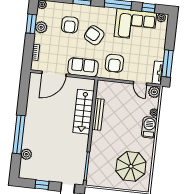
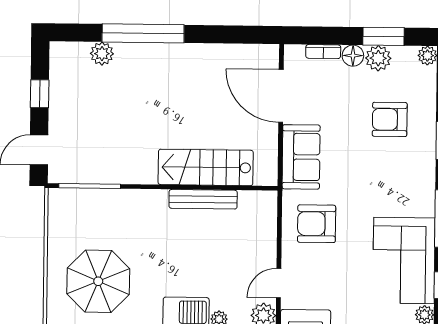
armchair: (94, 35) -> (372, 174), removed
floor lamp: (39, 39) -> (353, 56), added

